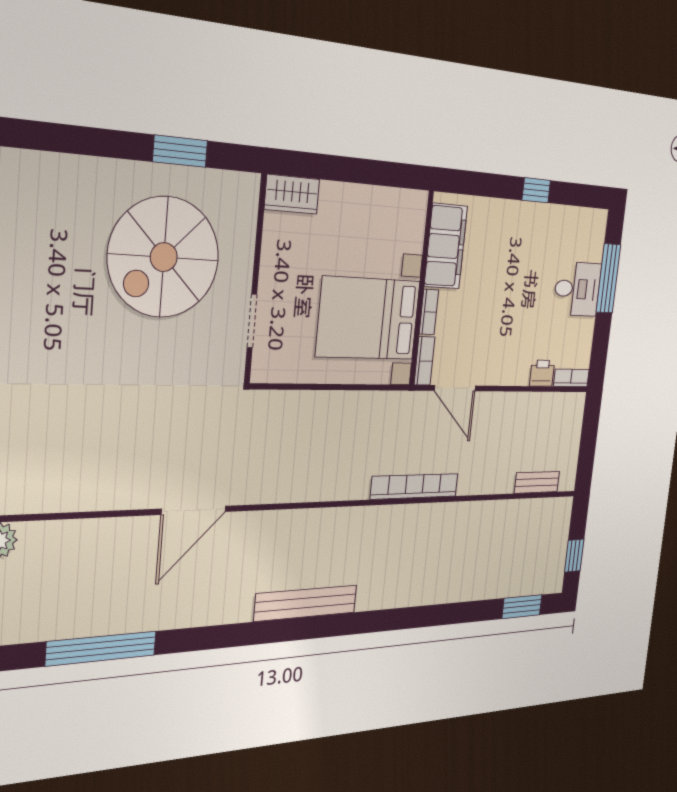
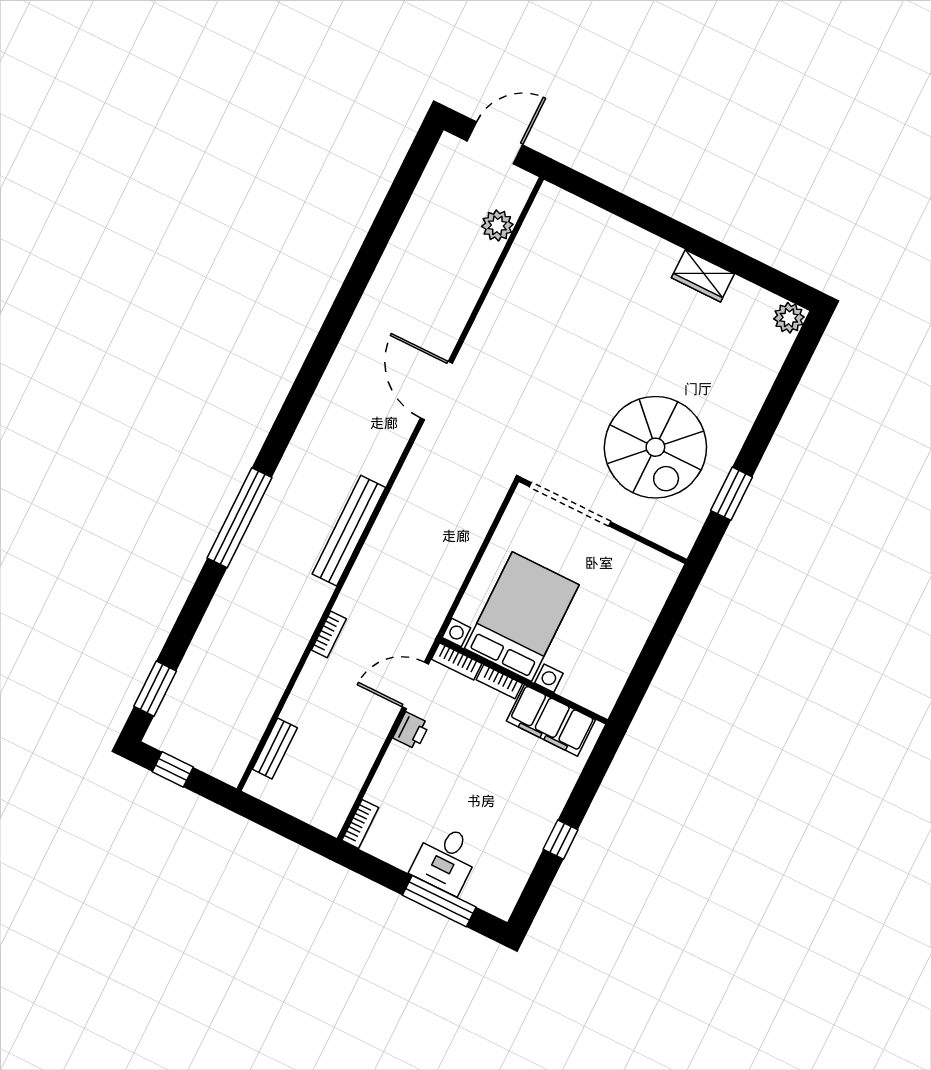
wardrobe: (292, 194) -> (659, 581), removed
spiral stairs: (164, 257) -> (655, 447), turned 180
doorway: (252, 321) -> (570, 504), width x1.88
printer: (542, 373) -> (411, 731), moved
bookcase: (415, 486) -> (329, 634), width x0.43, depth x0.76
bench: (306, 603) -> (349, 531), moved
window: (101, 648) -> (240, 518), moved

